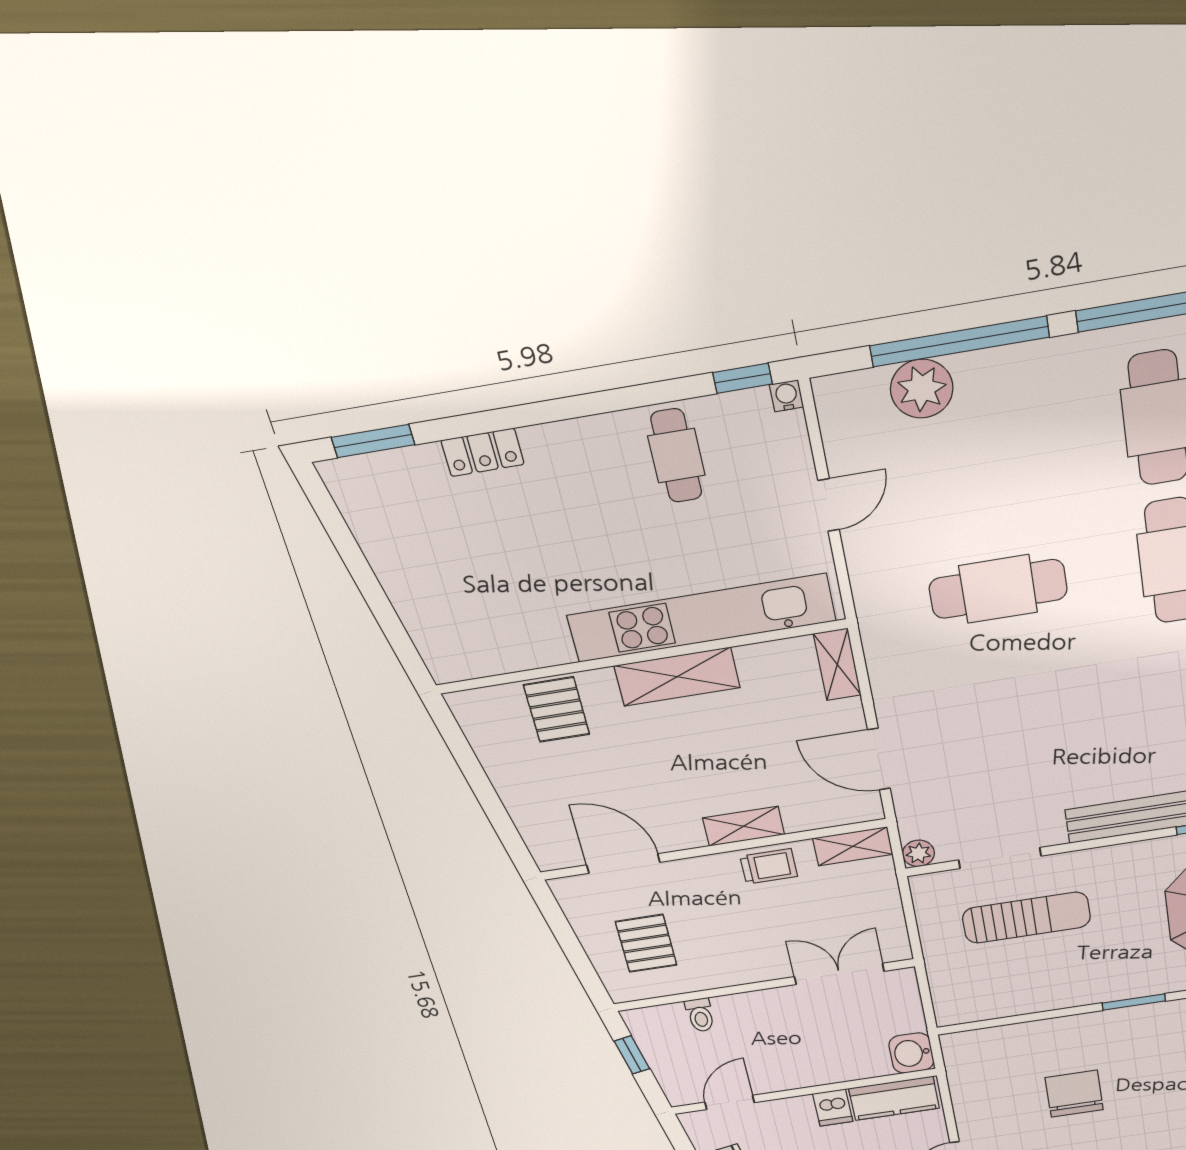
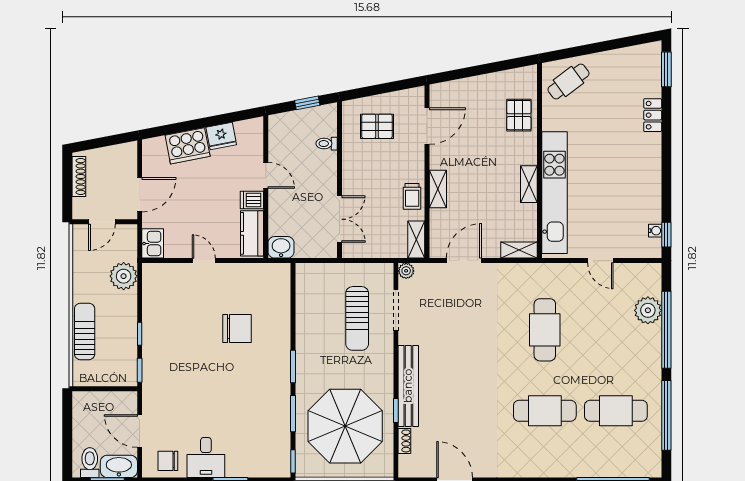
water cooler: (787, 396) -> (655, 231), moved
cafe table: (676, 456) -> (568, 81), moved, turned -37
shelving: (677, 677) -> (529, 184), width x0.67, depth x0.75
pallet: (557, 710) -> (519, 115), turned 90
door: (730, 1102) -> (266, 175), moved

